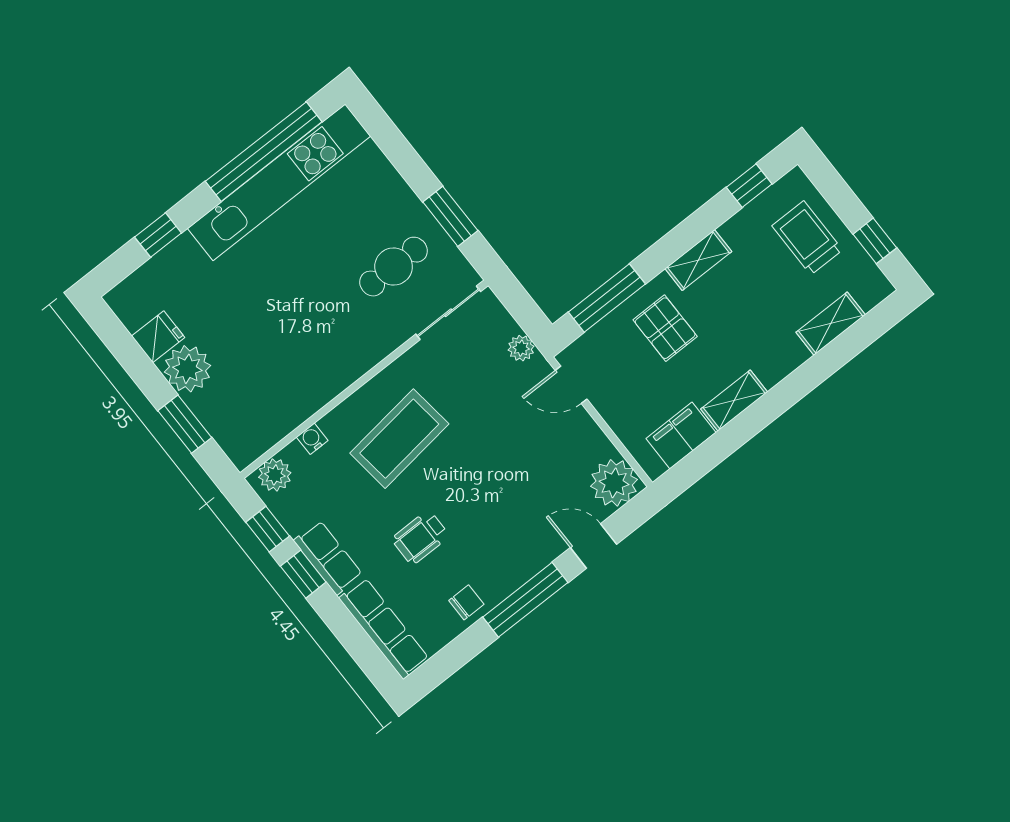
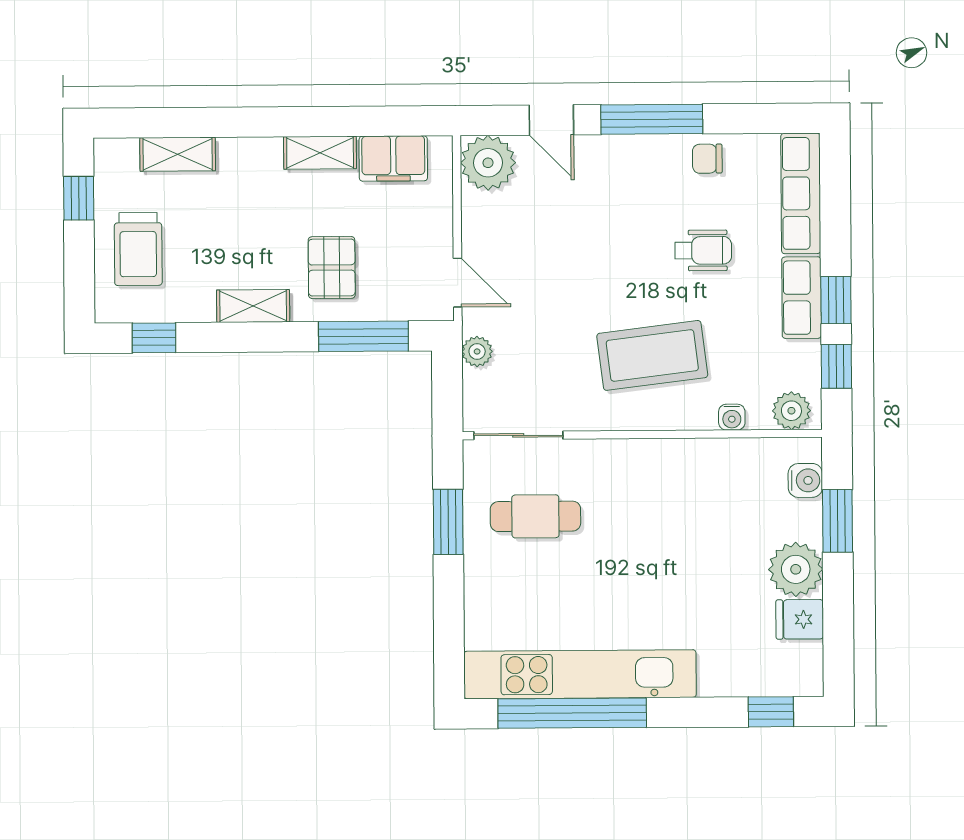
window: (158, 235) -> (771, 712), moved
water cooler: (228, 435) -> (805, 480), added

